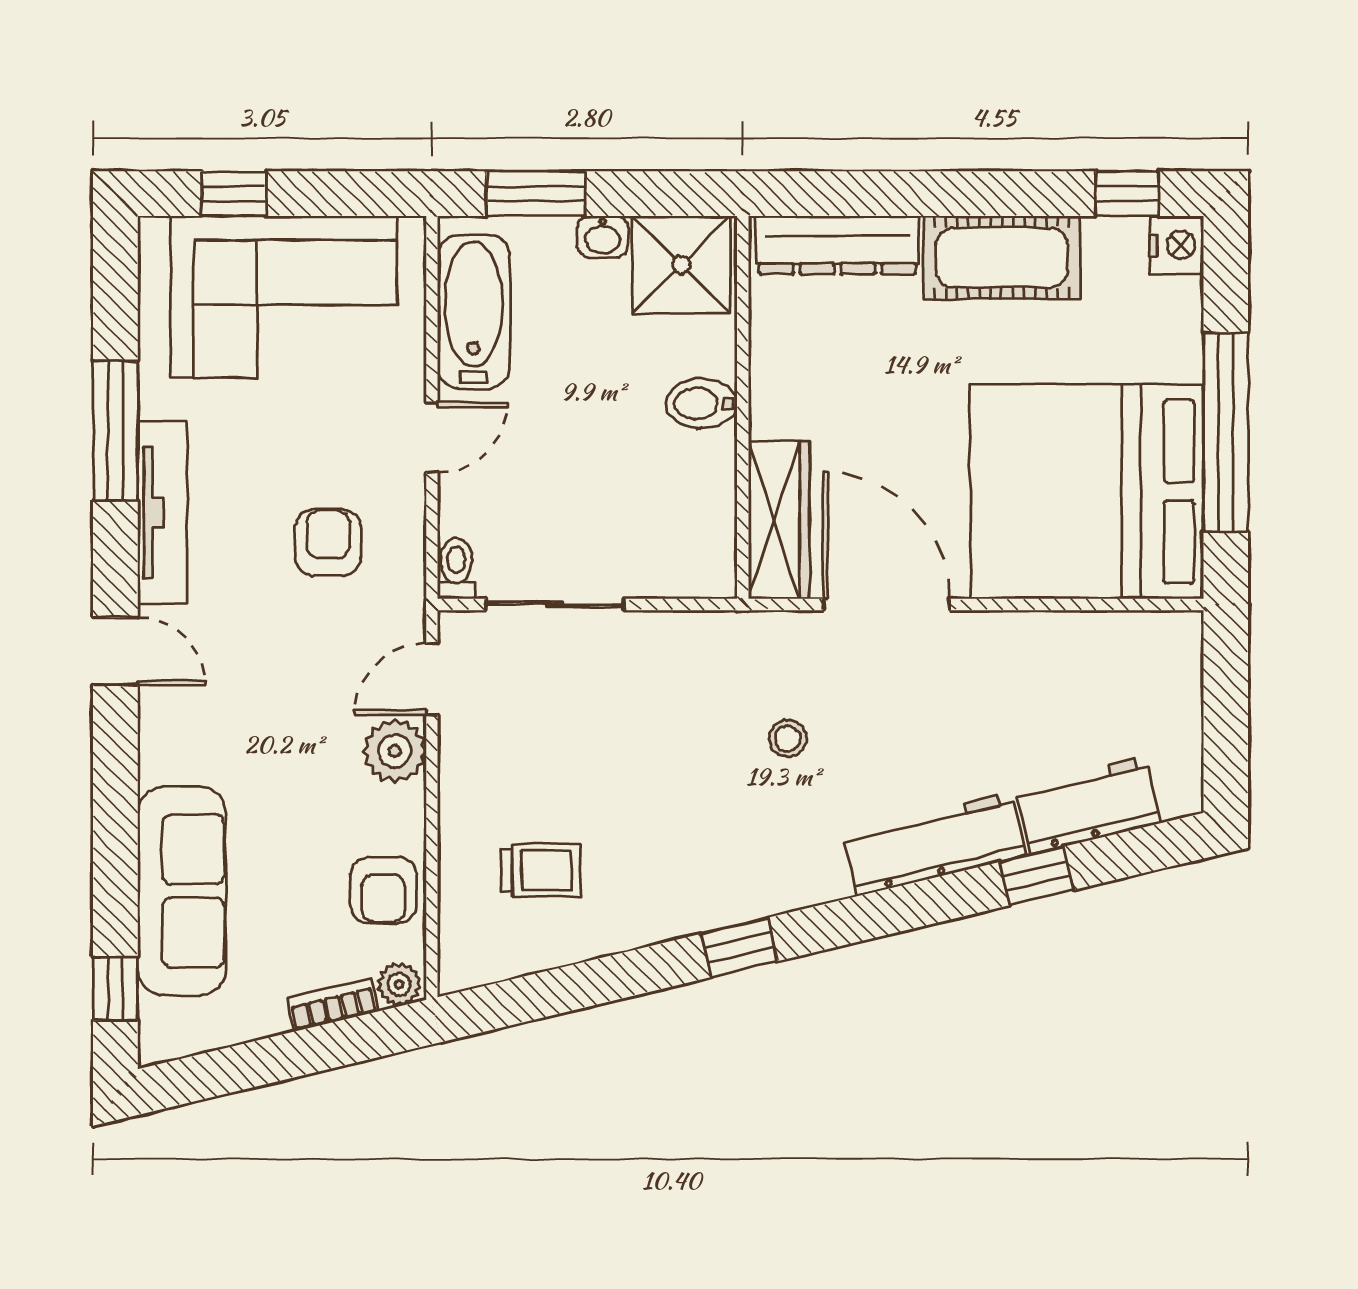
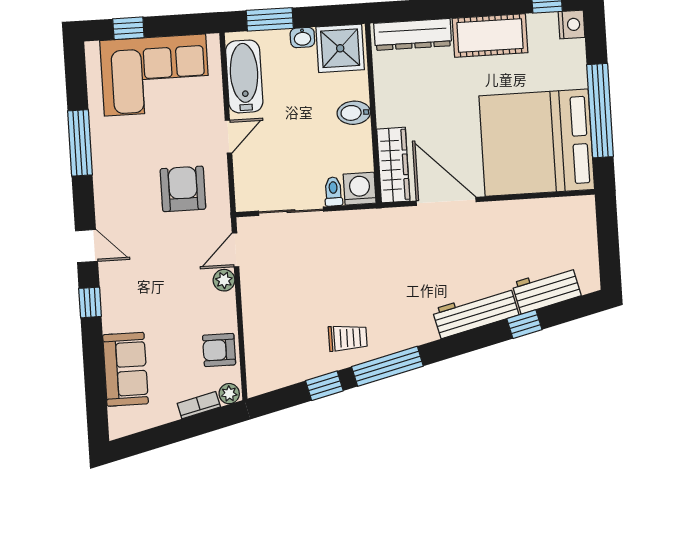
tv unit: (162, 513) -> (104, 180), removed
armchair: (328, 543) -> (183, 189), width x1.38, depth x1.38
washing machine: (704, 566) -> (360, 189), added
toilet: (456, 568) -> (333, 192), moved
stool: (788, 739) -> (404, 267), removed
plant: (395, 751) -> (224, 280), width x0.73, depth x0.73
trolley: (541, 870) -> (348, 338), moved
armchair: (383, 890) -> (219, 350), turned 90
sofa: (182, 891) -> (125, 369), width x0.73
window: (739, 947) -> (387, 366), width x2.17
window: (603, 980) -> (324, 386), added
window: (115, 989) -> (90, 302), moved

